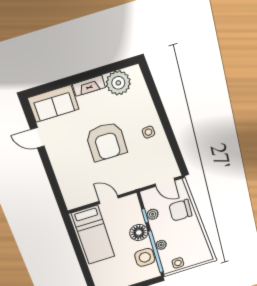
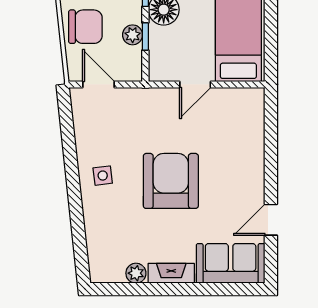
plant: (118, 83) -> (136, 273), width x0.53, depth x0.53
door: (37, 138) -> (271, 220), swing flipped
door: (109, 200) -> (195, 84), hinge flipped

